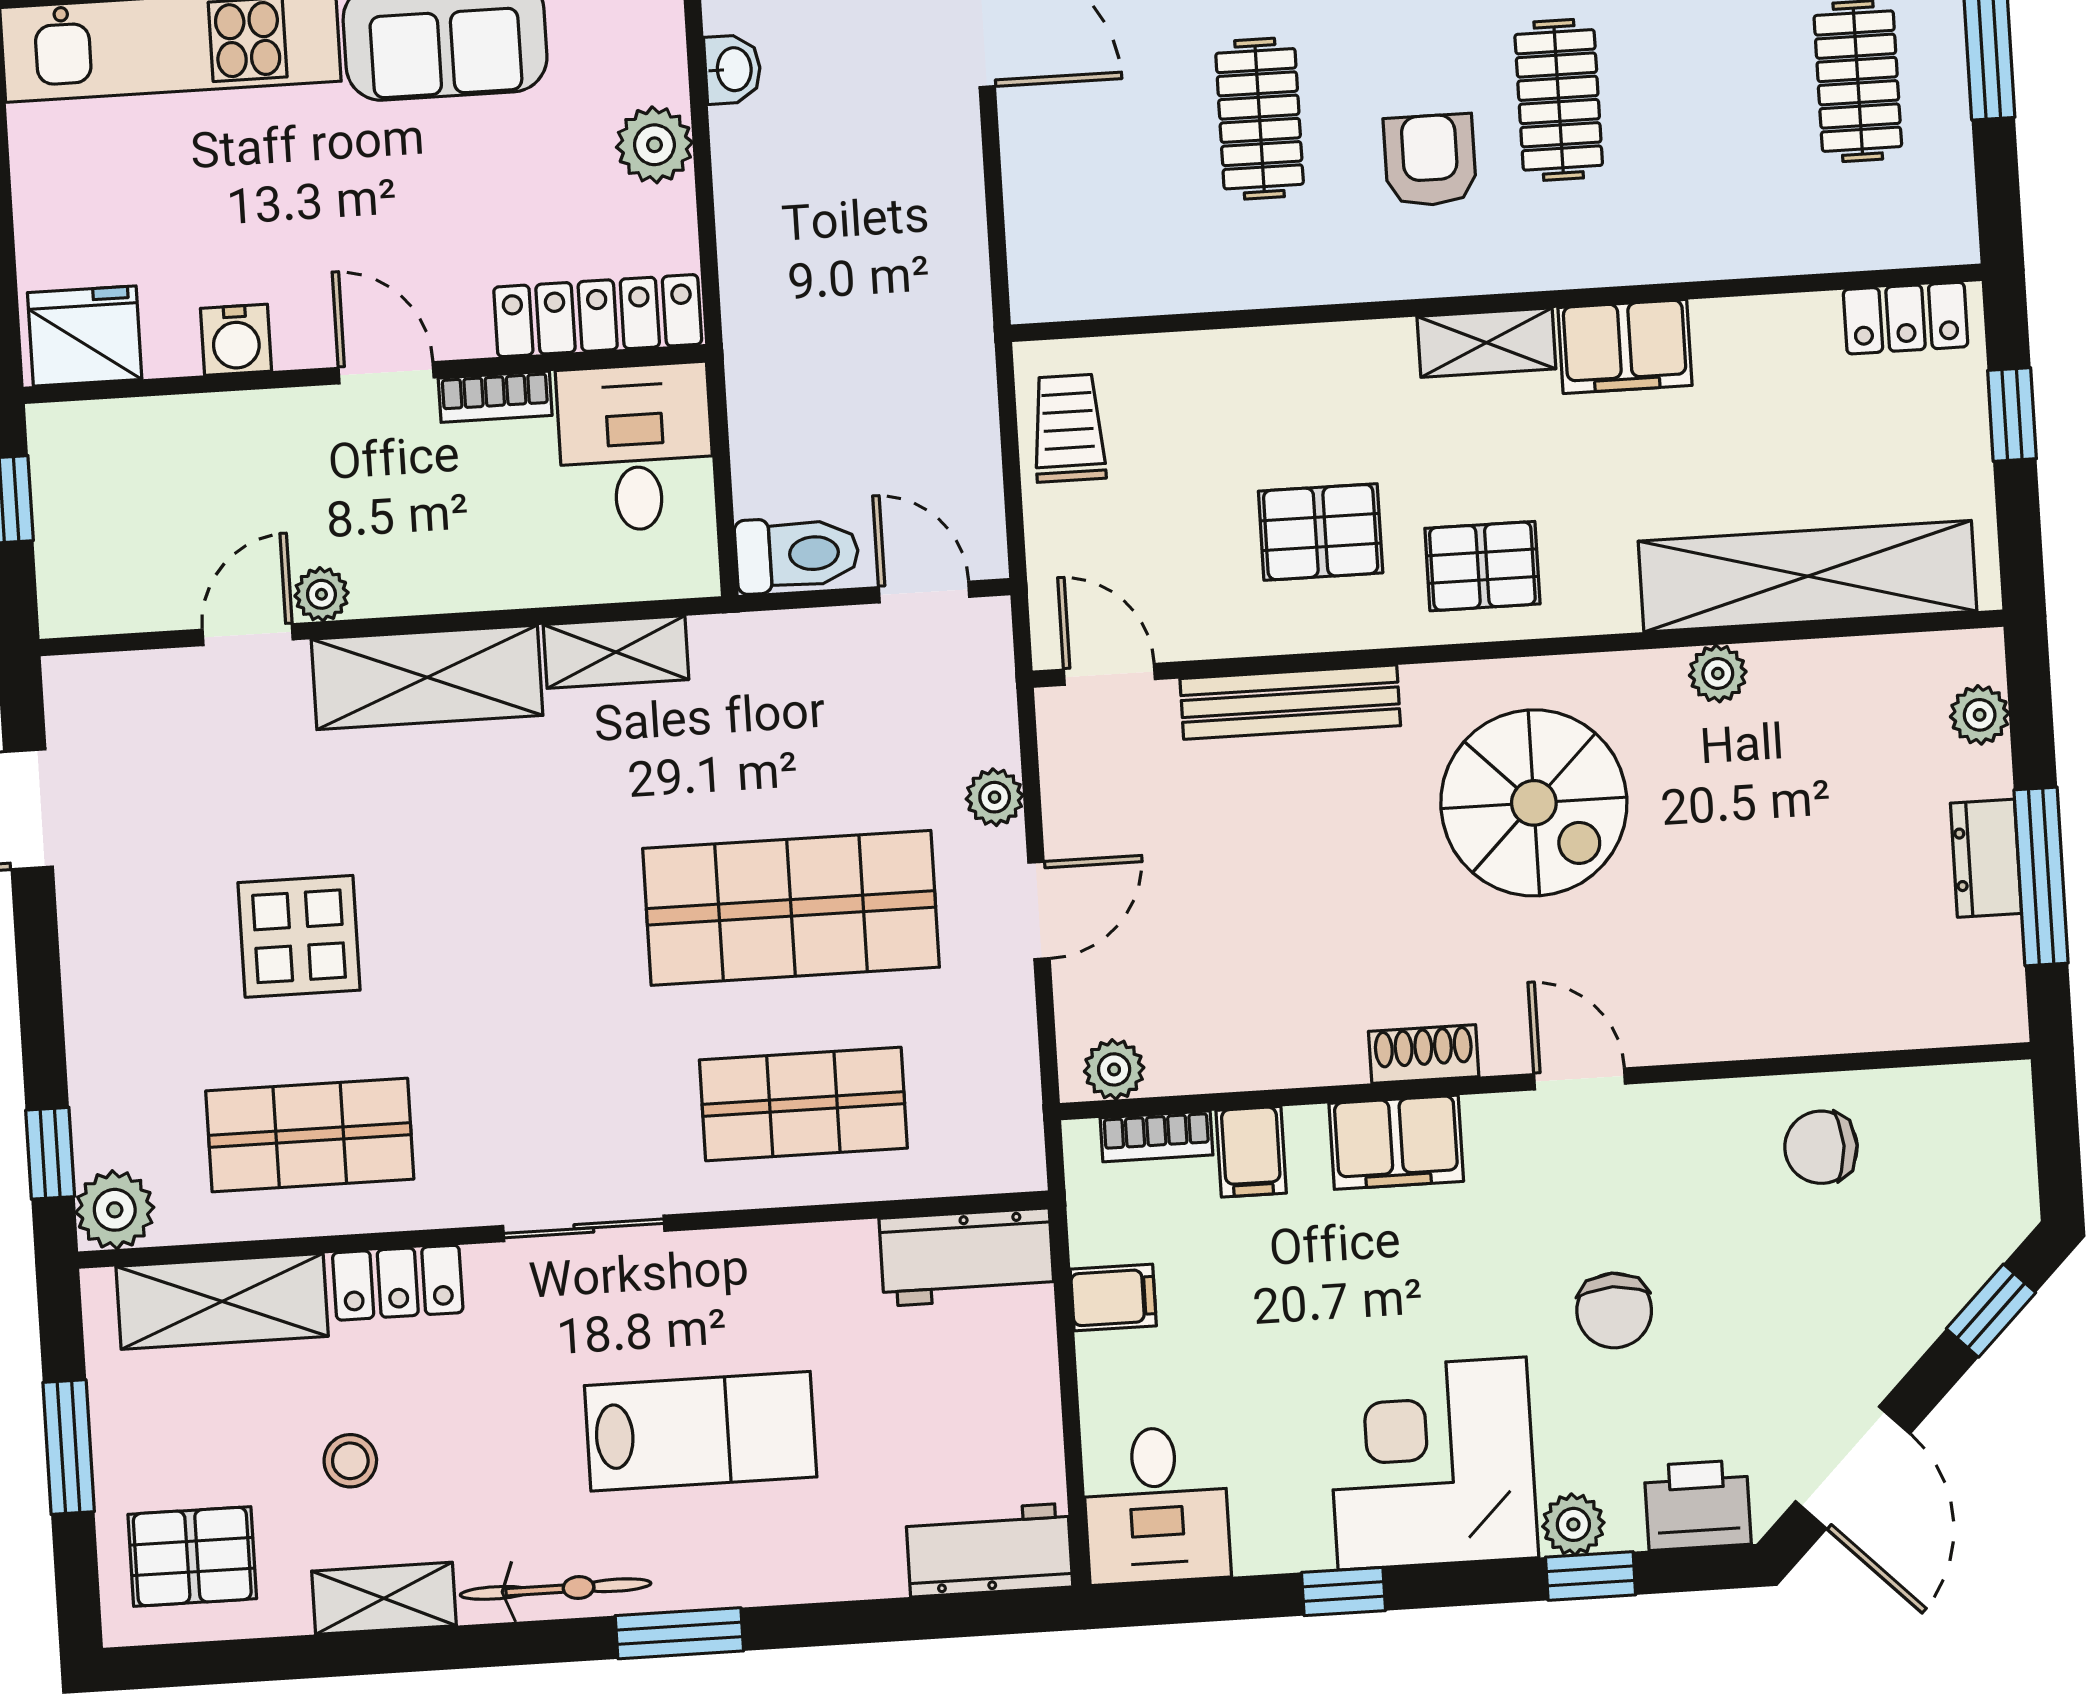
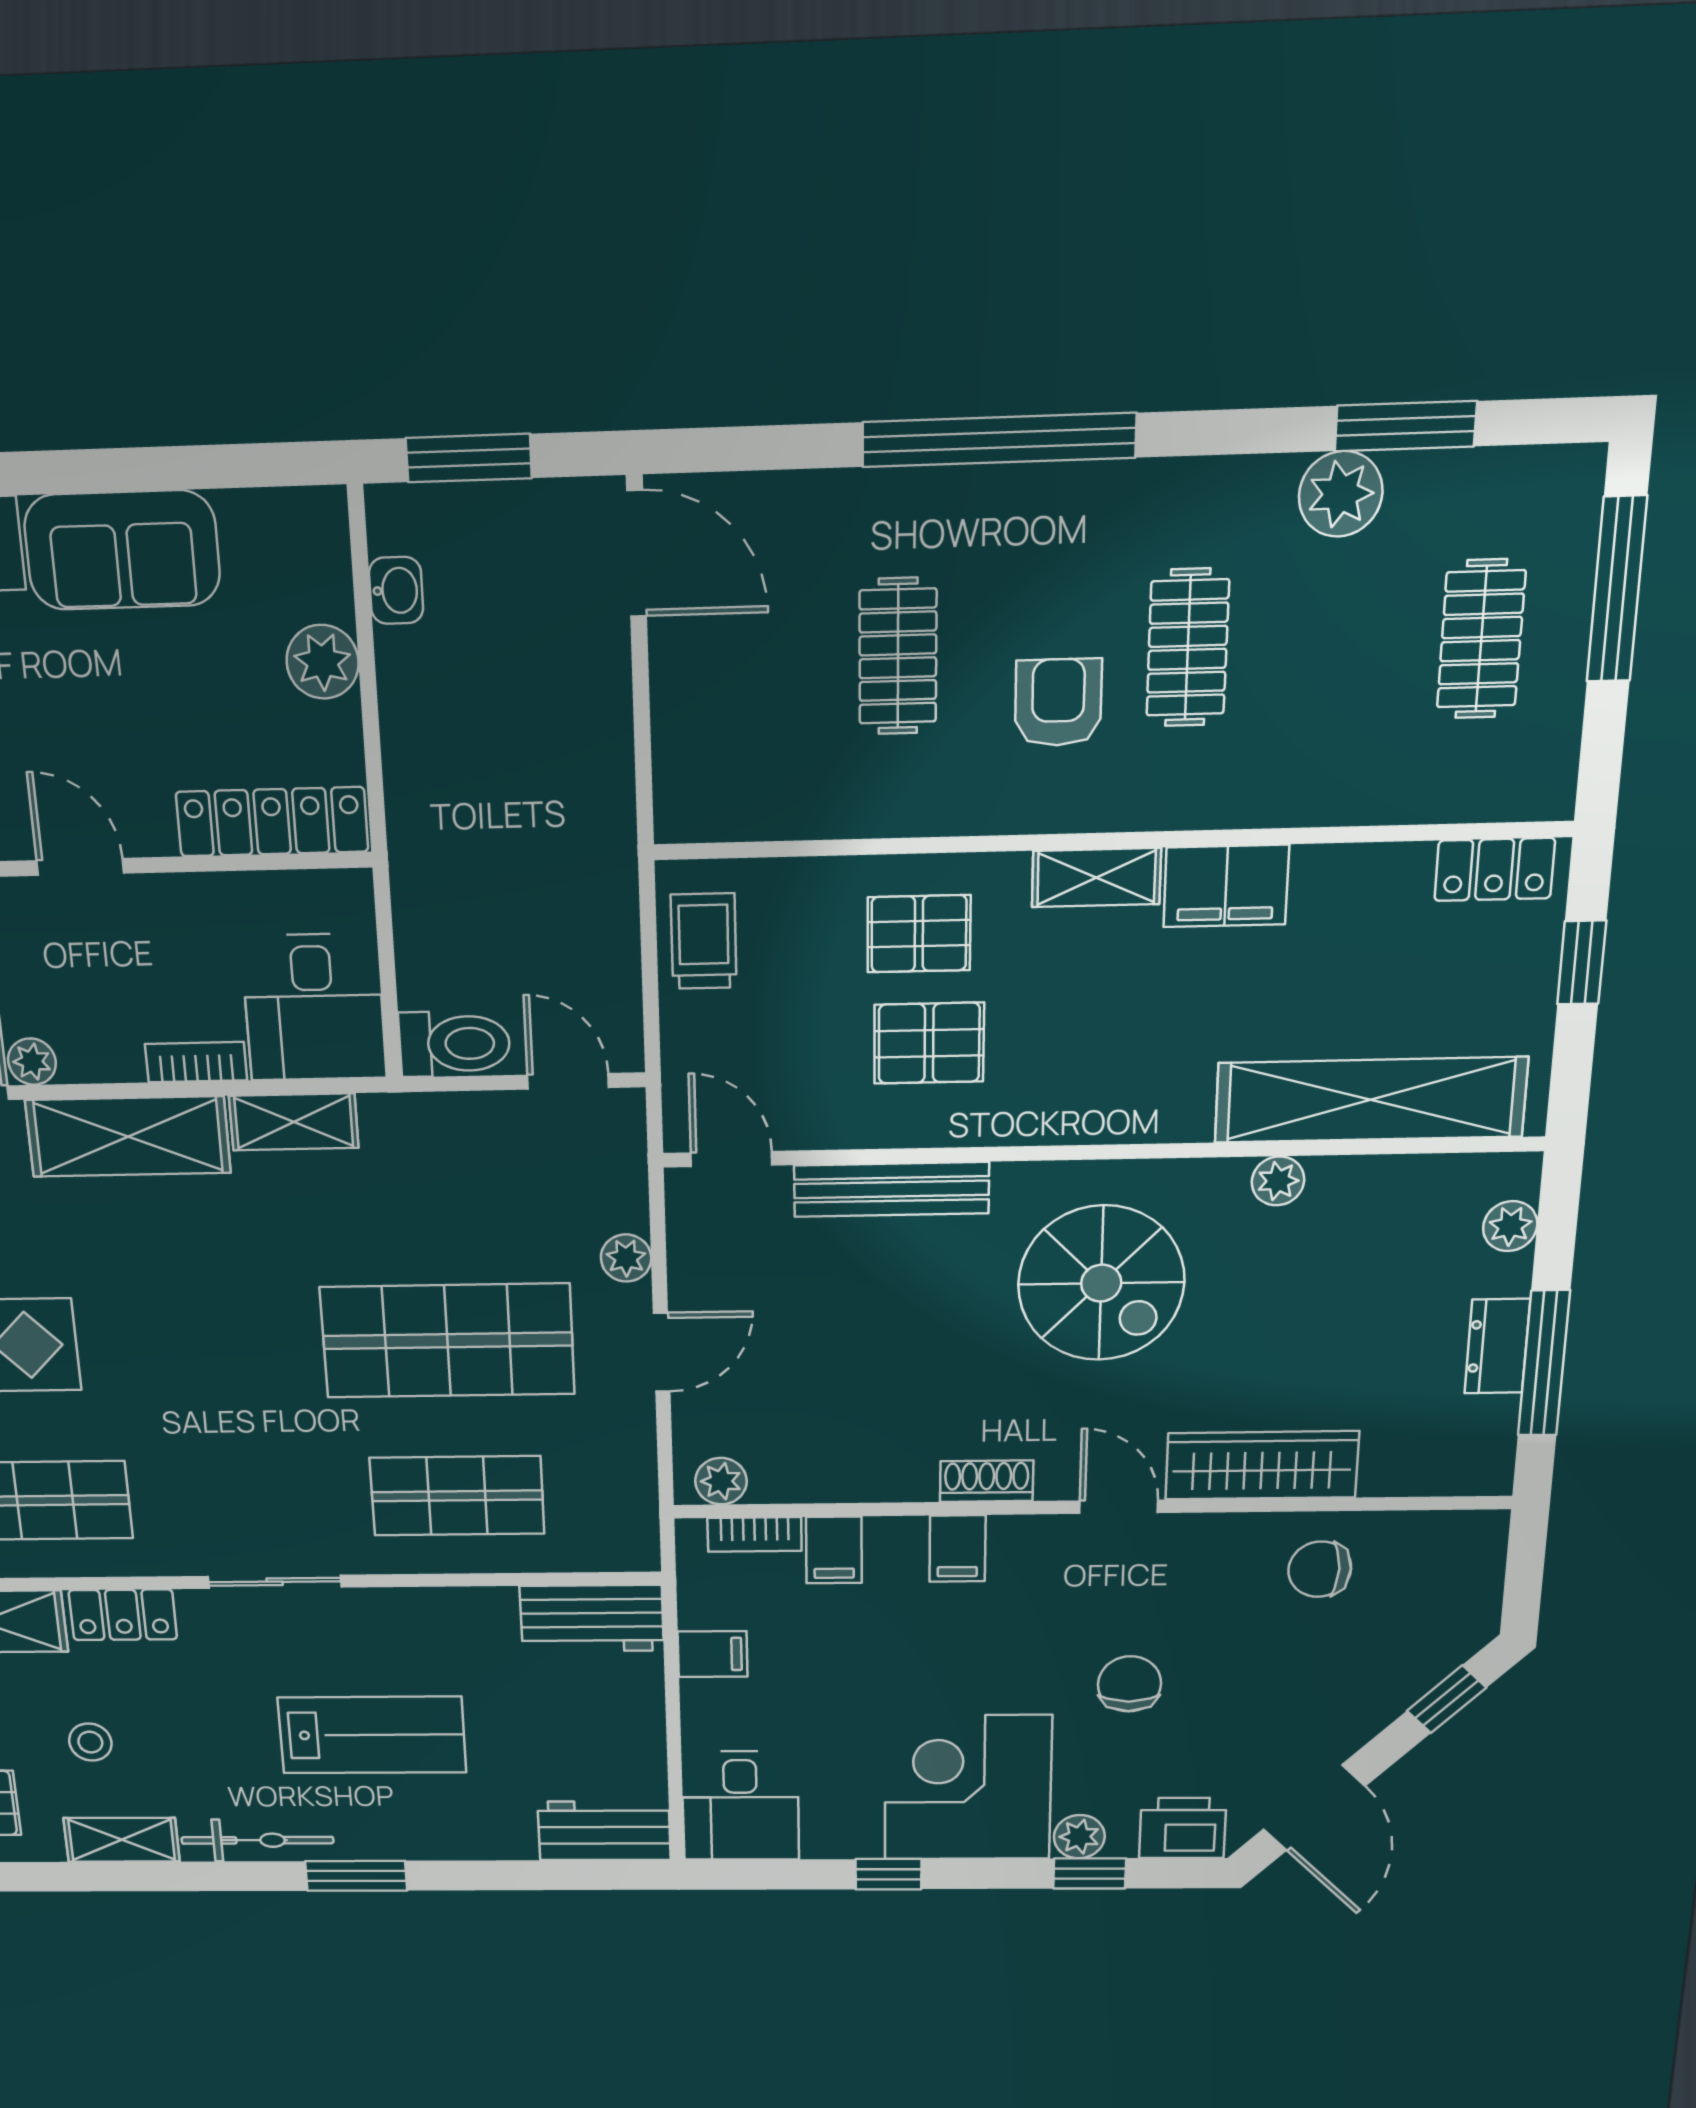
bookcase: (495, 397) -> (196, 1062), moved, turned 180
desk: (636, 448) -> (314, 1007), moved, turned 180
pallet: (1482, 566) -> (919, 934), moved
wardrobe: (1739, 1018) -> (1262, 1465), added
filing cabinet: (1396, 1142) -> (957, 1549), width x0.50
chair: (1614, 1311) -> (1129, 1684), turned 180

